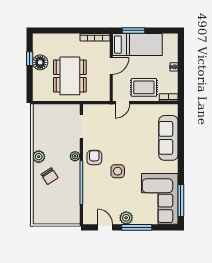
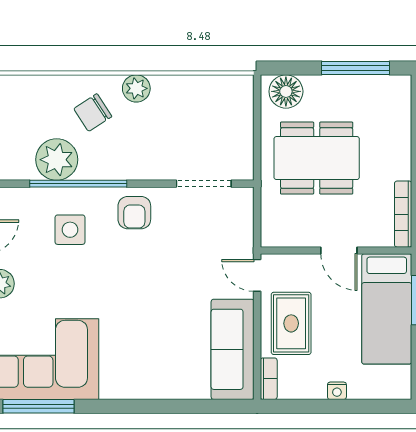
window: (30, 59) -> (355, 68), width x2.17
floor lamp: (40, 62) -> (286, 91), moved
sofa: (168, 138) -> (233, 349), moved, turned -90
plant: (75, 156) -> (57, 160), moved, width x1.88, depth x1.88
armchair: (94, 158) -> (134, 213), turned 90
side table: (118, 171) -> (70, 230), moved

